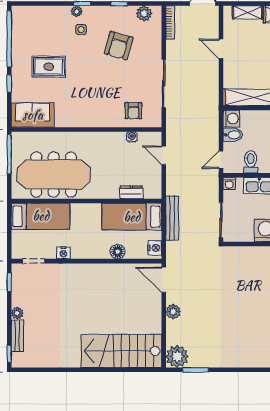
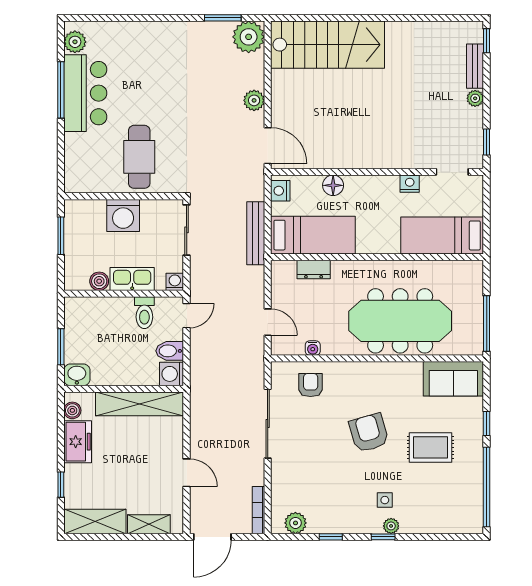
armchair: (119, 46) -> (369, 433), moved, turned -32
meeting table: (54, 175) -> (400, 321), moved
cafe table: (254, 272) -> (139, 157), added

